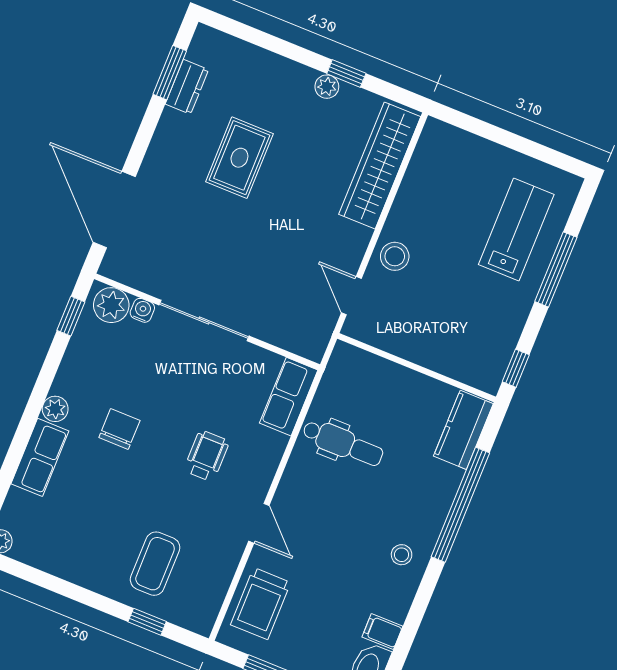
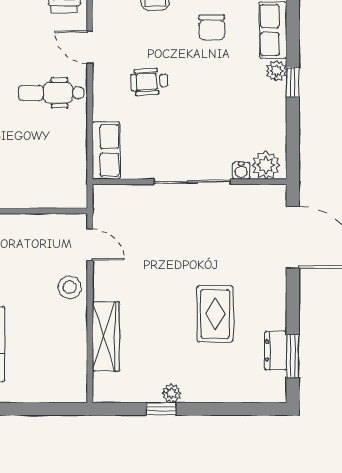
wardrobe: (380, 165) -> (106, 337), width x0.71, depth x0.85
window: (71, 316) -> (293, 82), moved
chair: (119, 429) -> (212, 28), moved
dental chair: (343, 443) -> (51, 93), moved
wheelchair: (207, 456) -> (149, 82), turned 86

